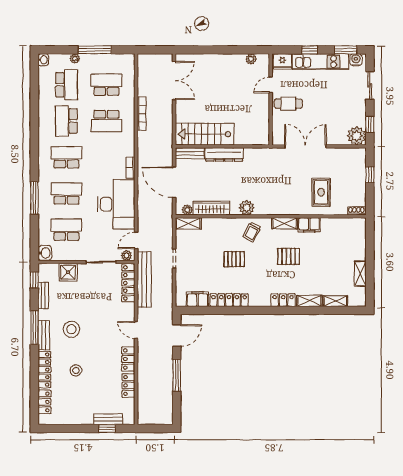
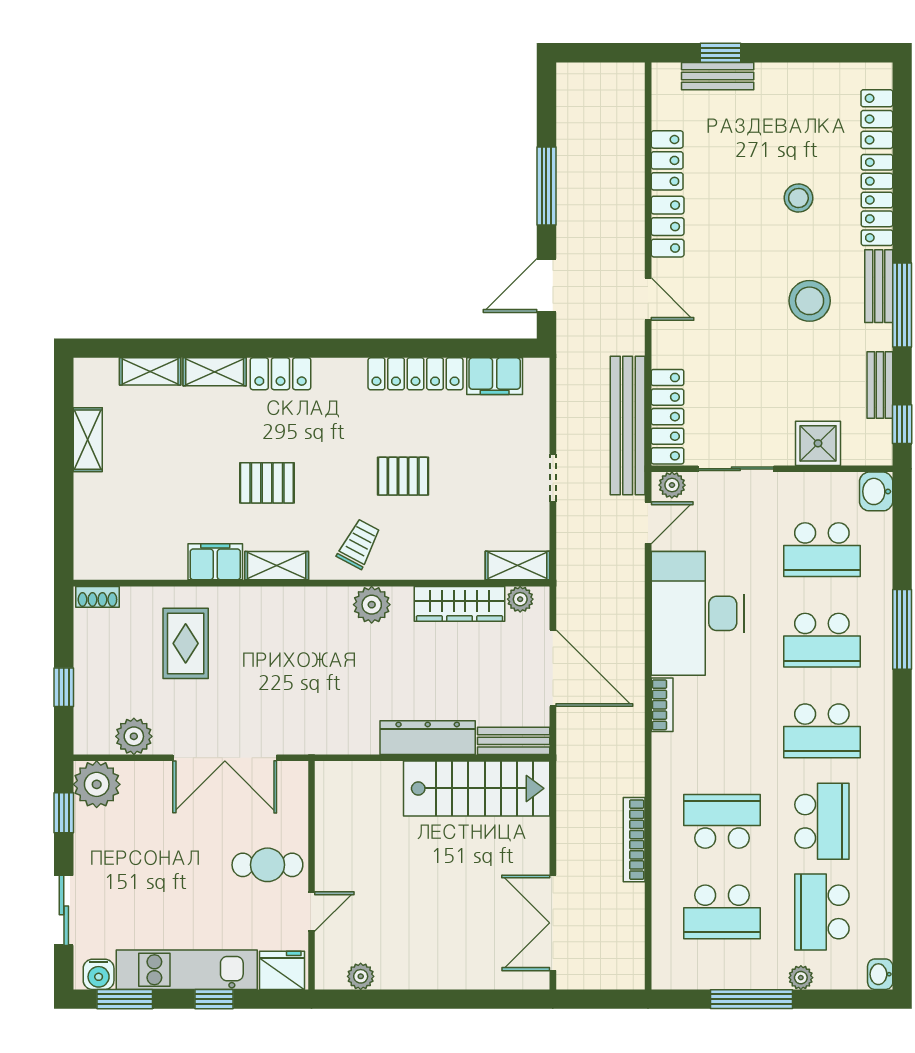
plant: (342, 155) -> (134, 736), added

